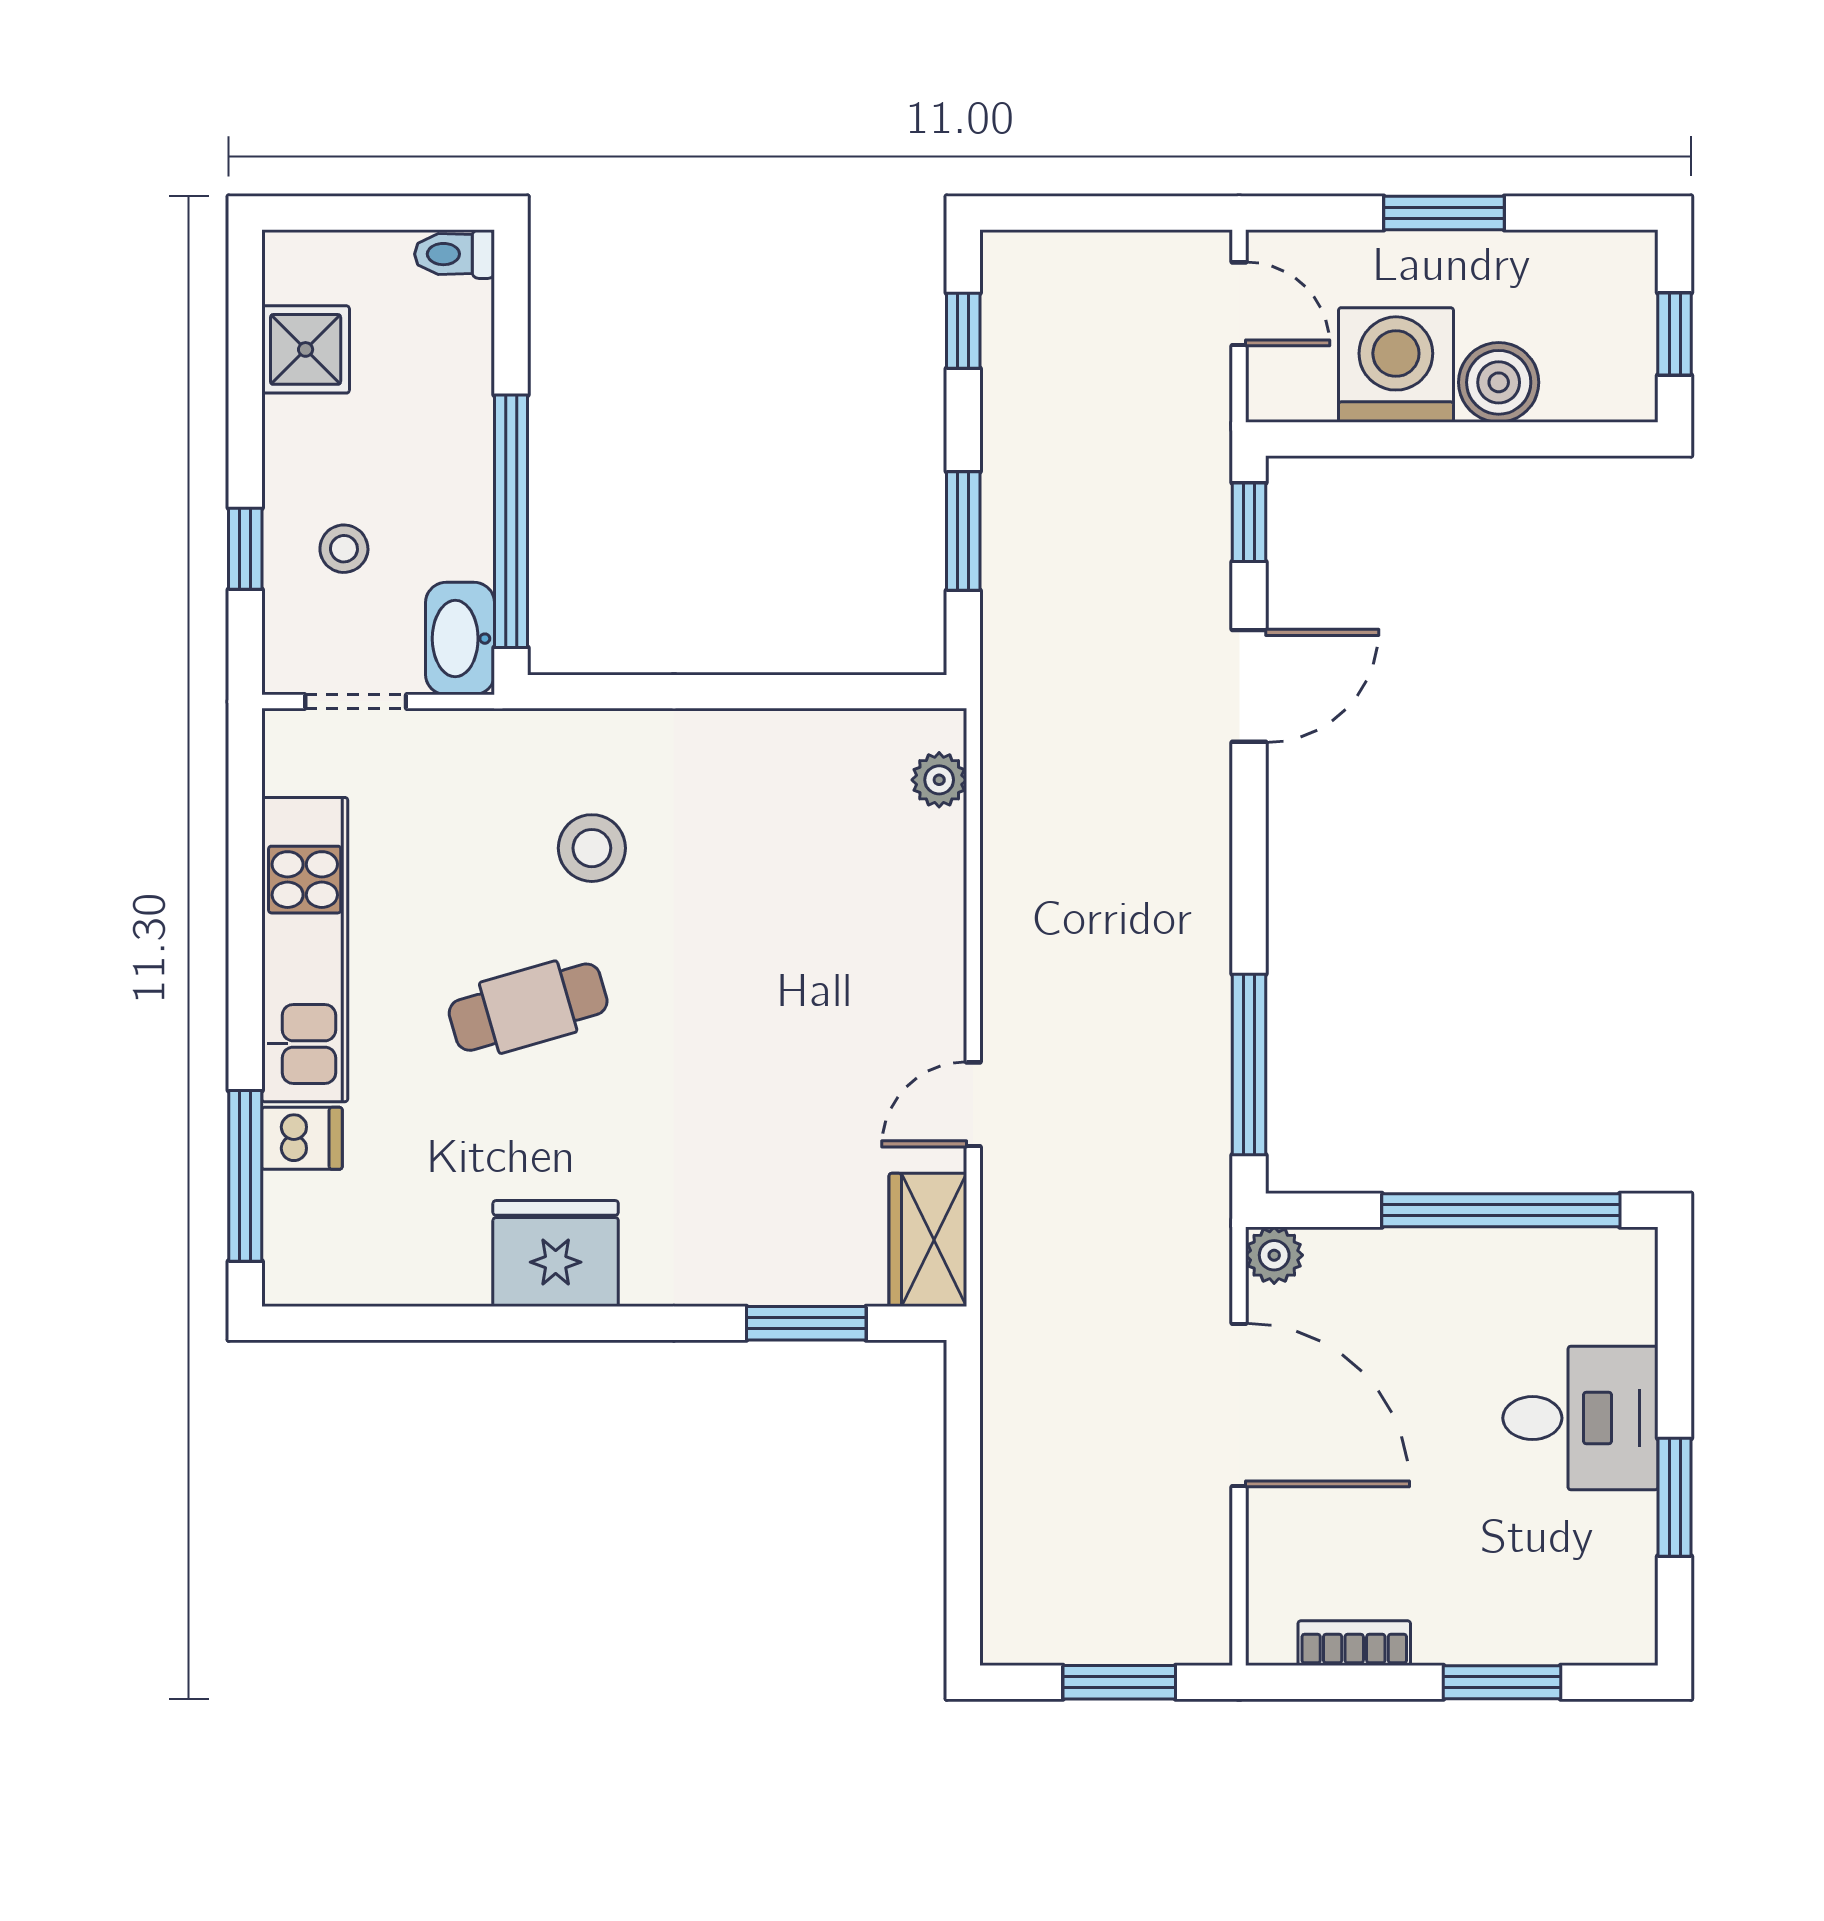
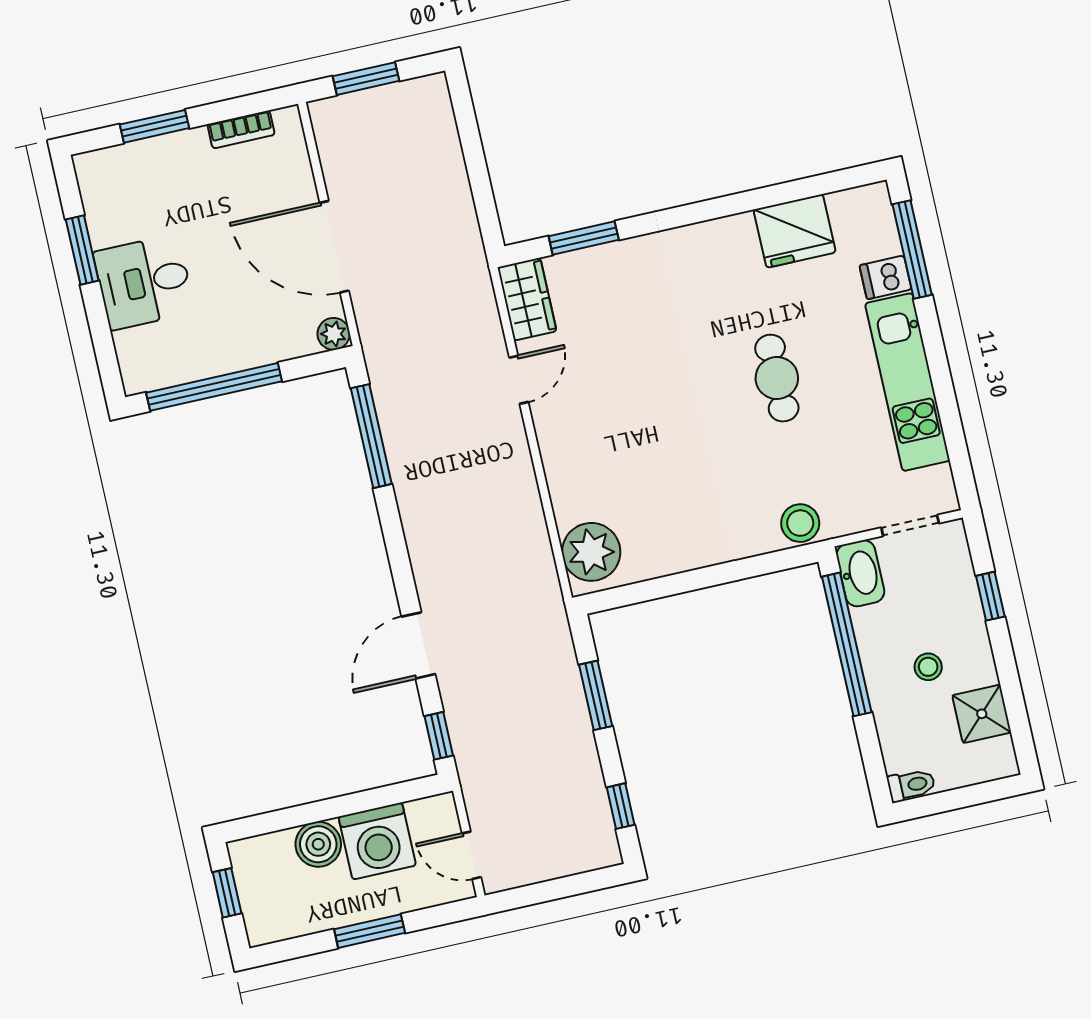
stool: (344, 549) -> (928, 667), moved
plant: (939, 780) -> (591, 552), width x1.88, depth x1.88
stool: (592, 848) -> (800, 523), moved
cafe table: (528, 1007) -> (777, 378), turned -74
fridge: (556, 1254) -> (795, 231), moved

